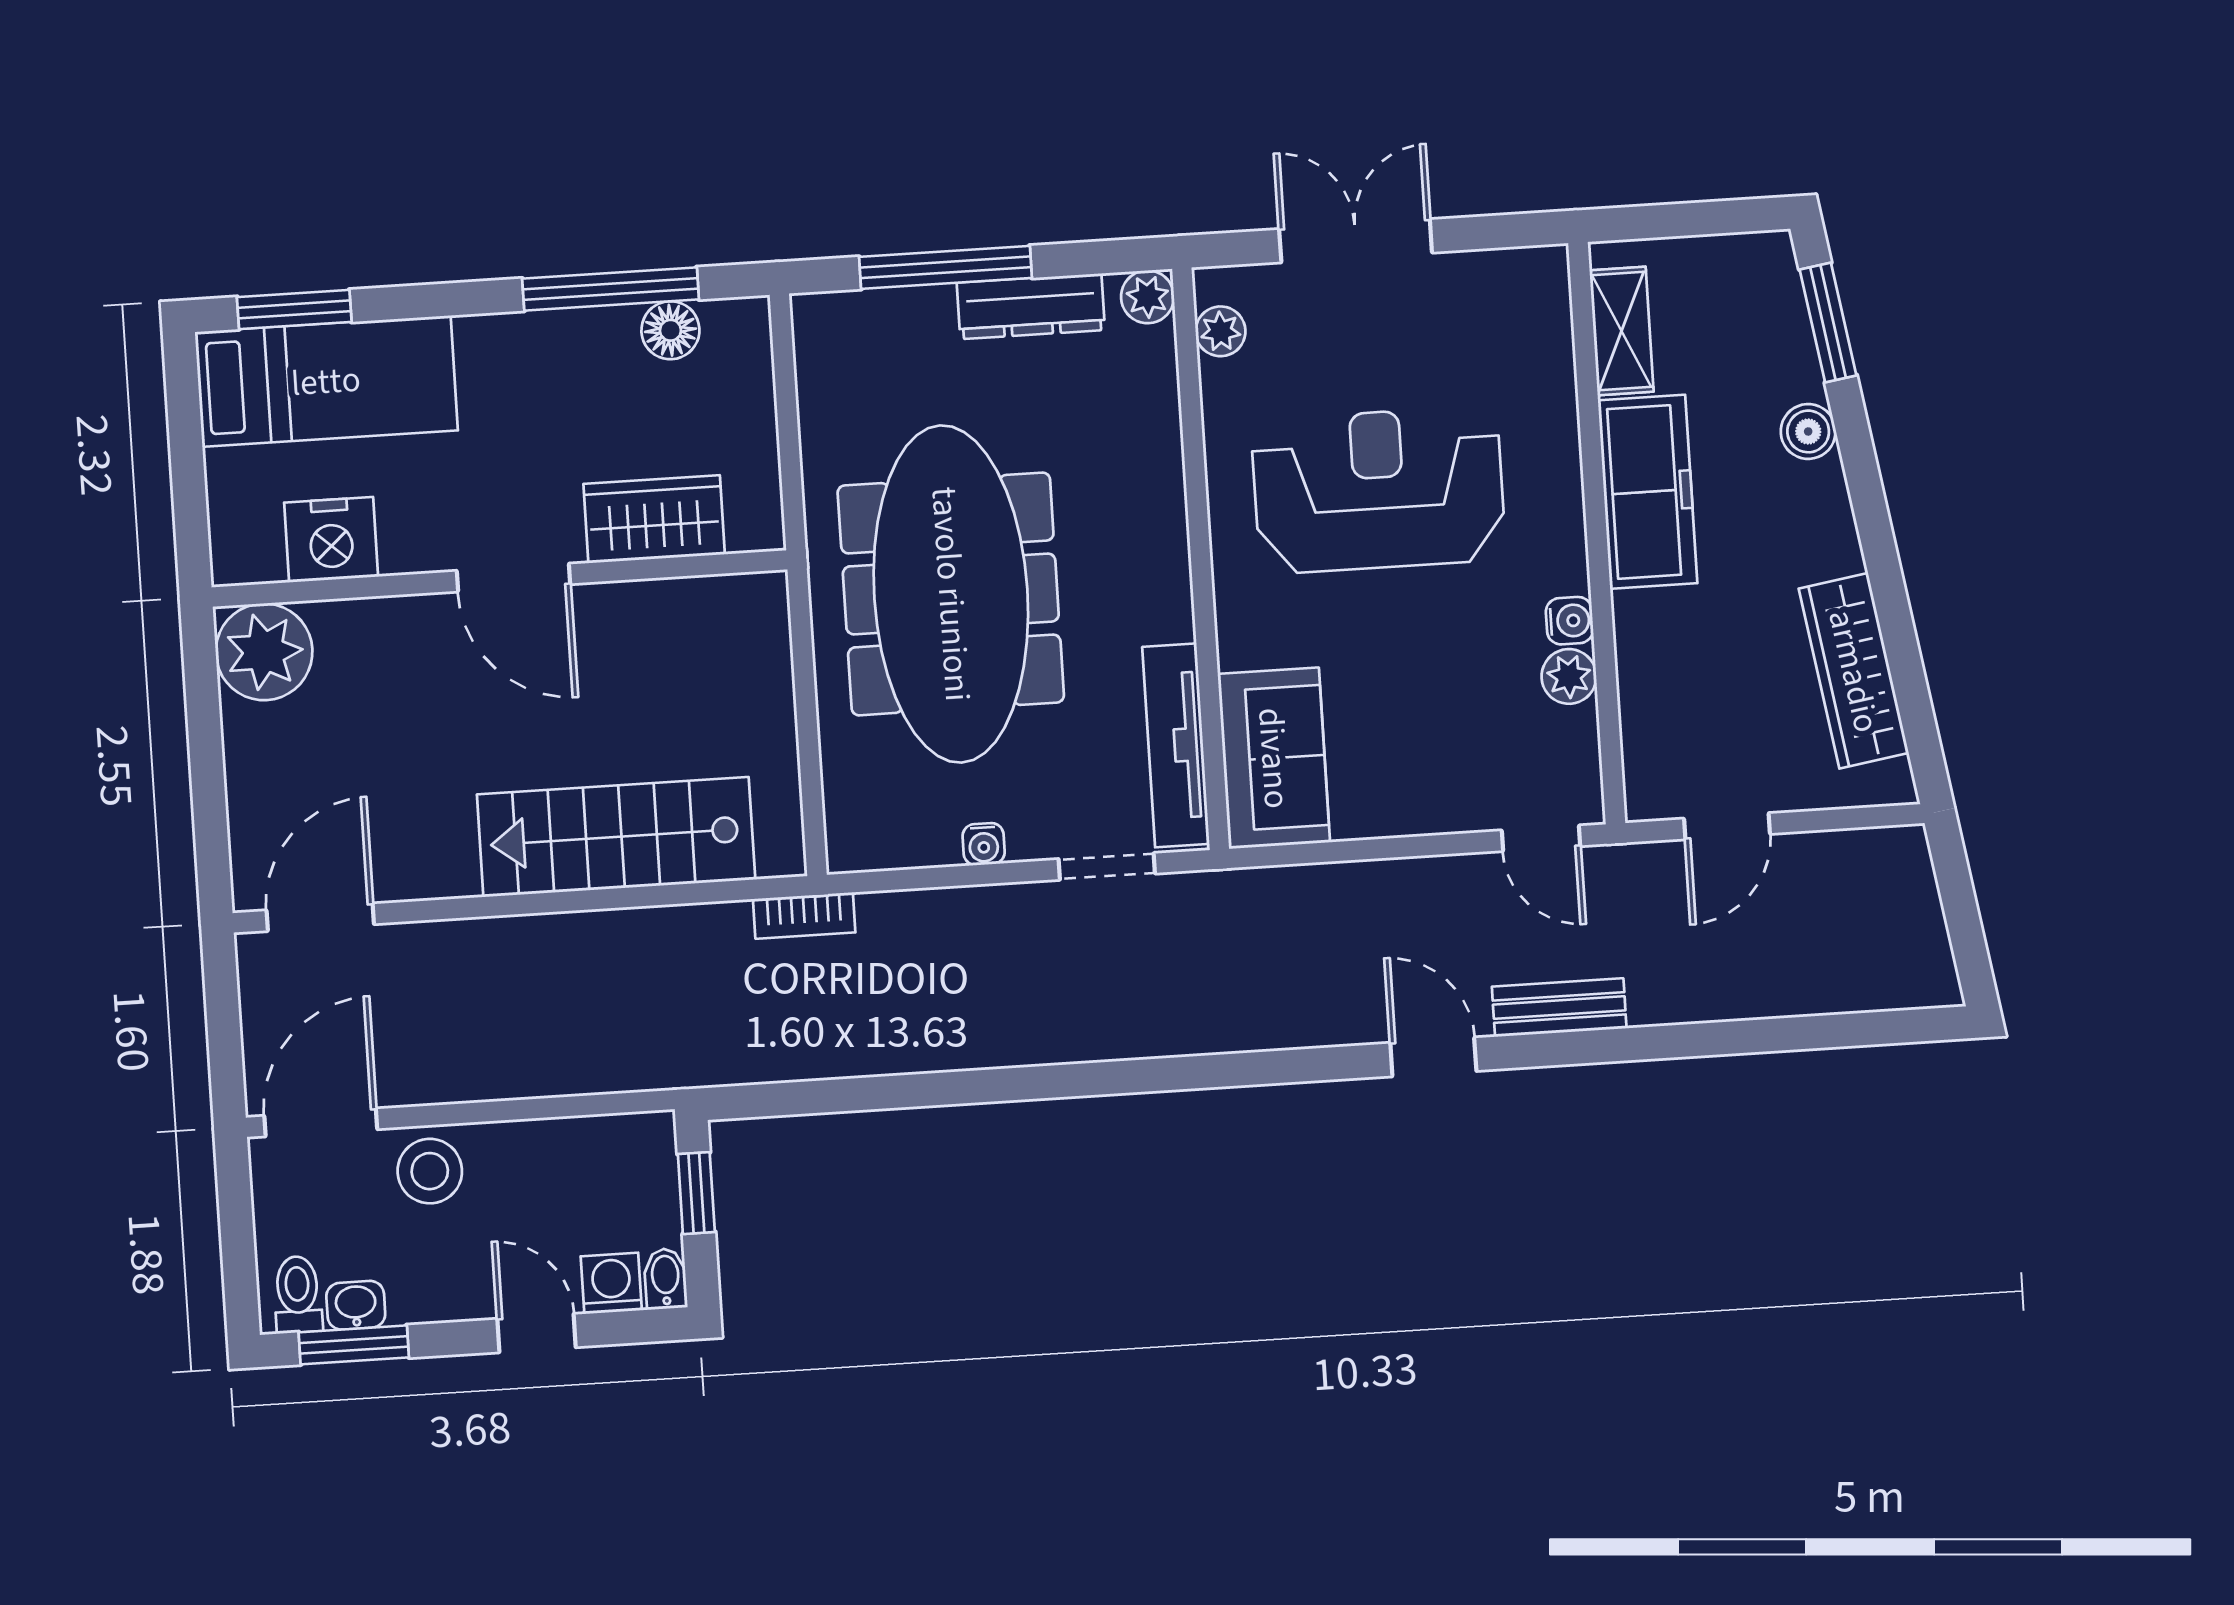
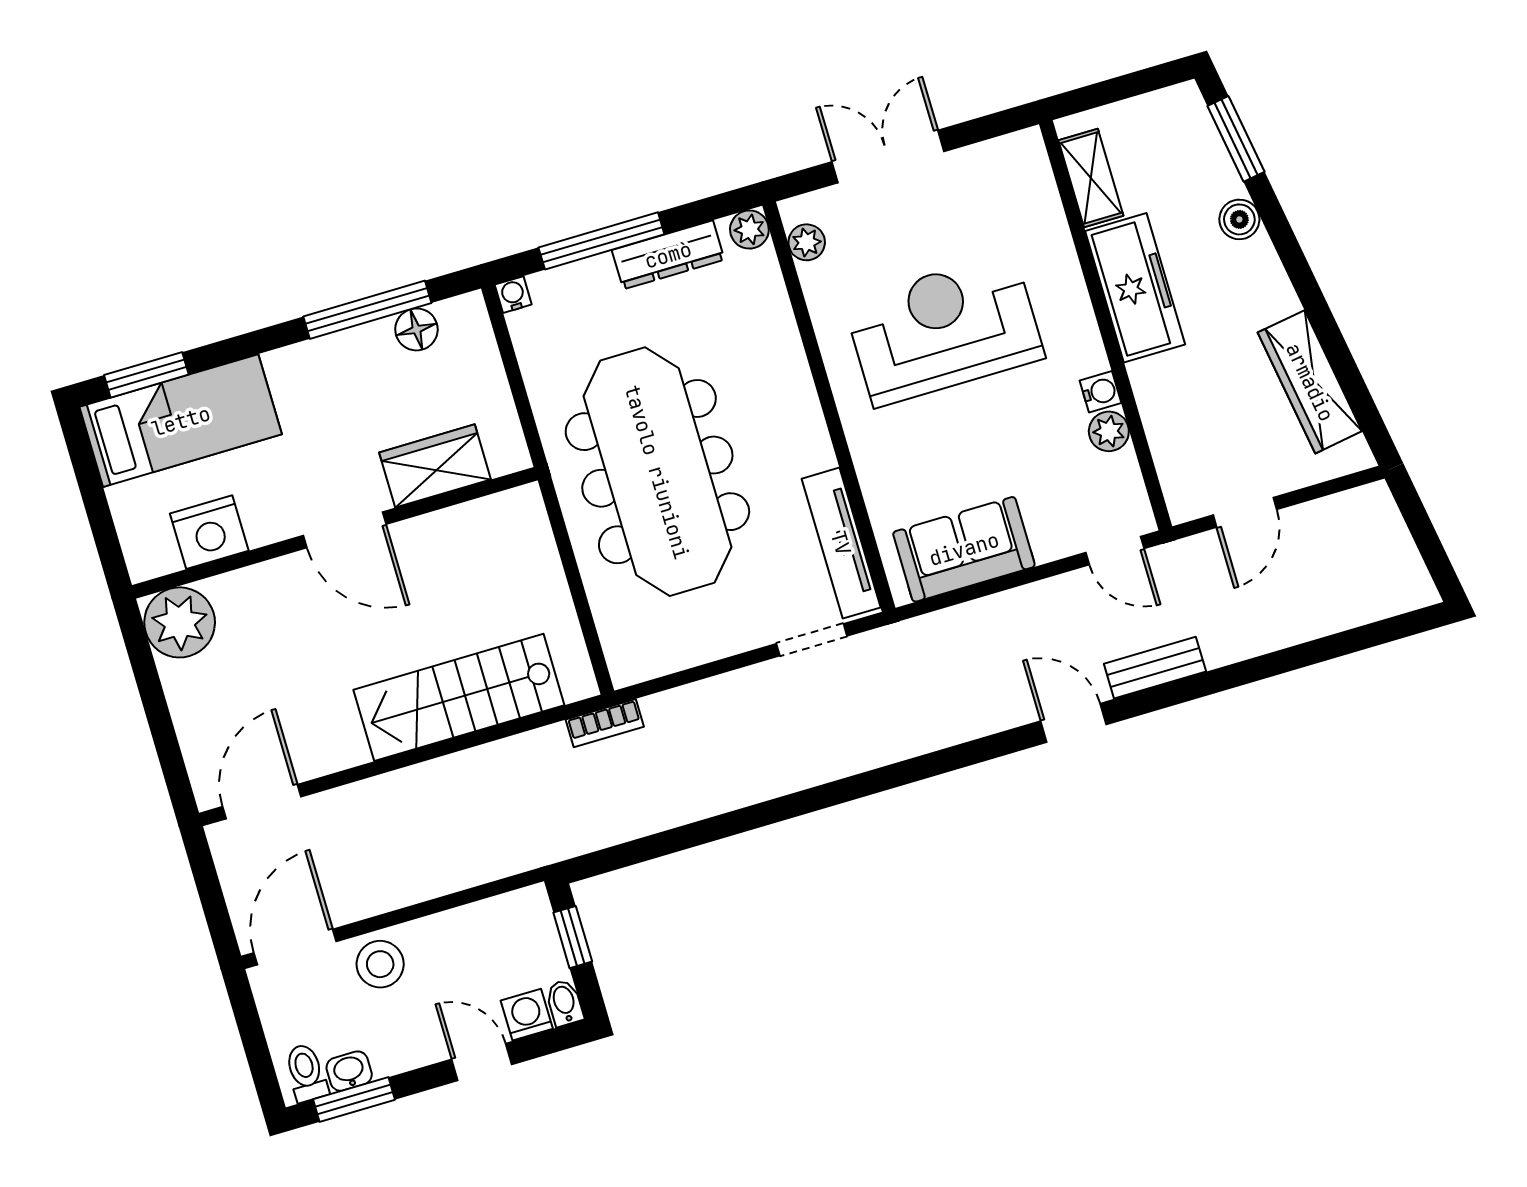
sofa: (1274, 758) -> (964, 549), moved, turned -90
water cooler: (984, 844) -> (513, 295), moved, turned 180

